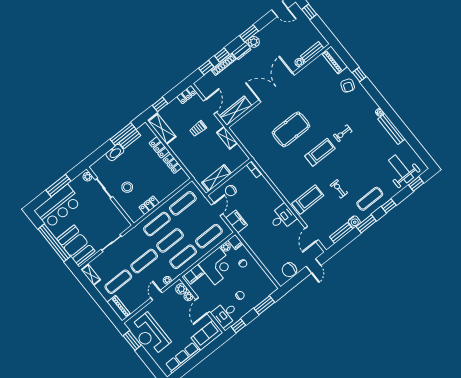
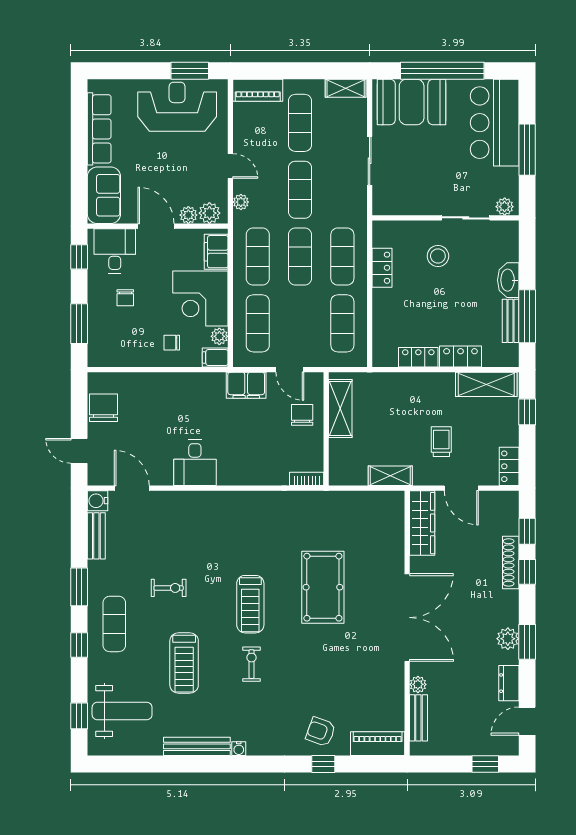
dresser: (242, 51) -> (509, 683), moved
treadmill: (308, 199) -> (184, 663), moved
water cooler: (354, 222) -> (98, 501), moved

